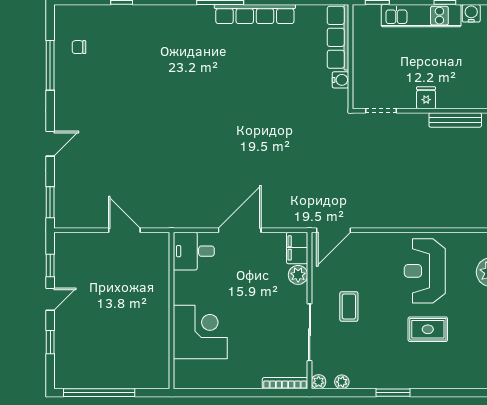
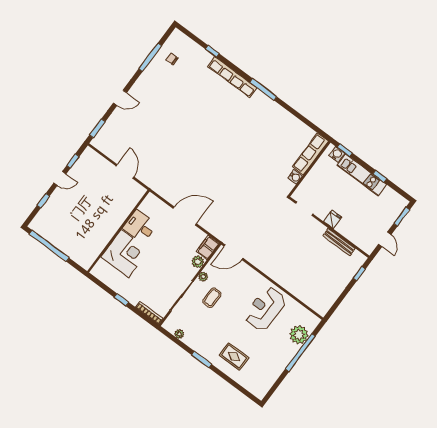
water cooler: (471, 13) -> (337, 154), moved
row of seats: (255, 14) -> (232, 77), moved
desk: (194, 251) -> (140, 226), moved
rug: (428, 329) -> (234, 356), moved
plant: (319, 382) -> (203, 277), moved
window: (238, 393) -> (121, 300), added

